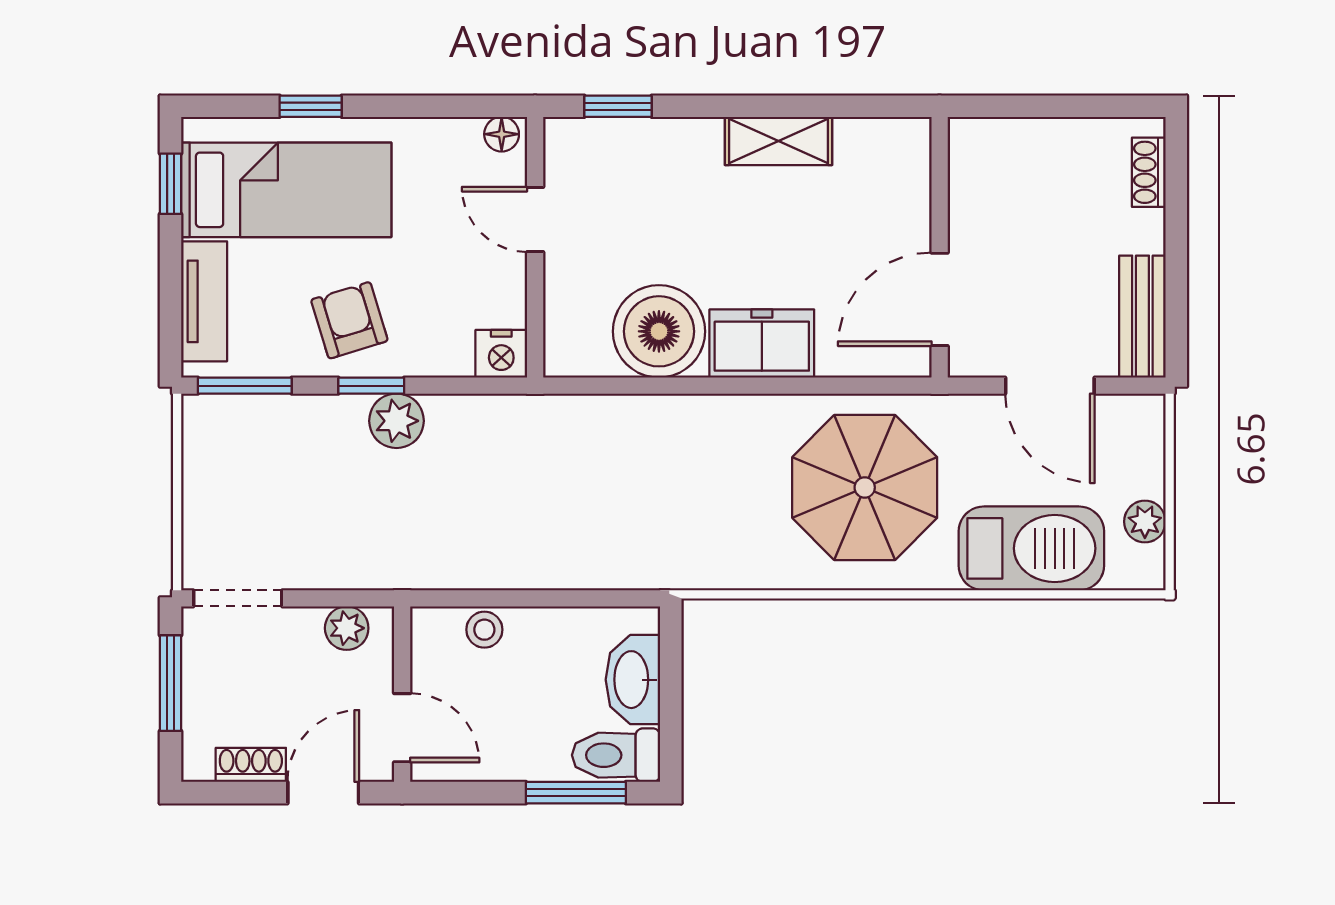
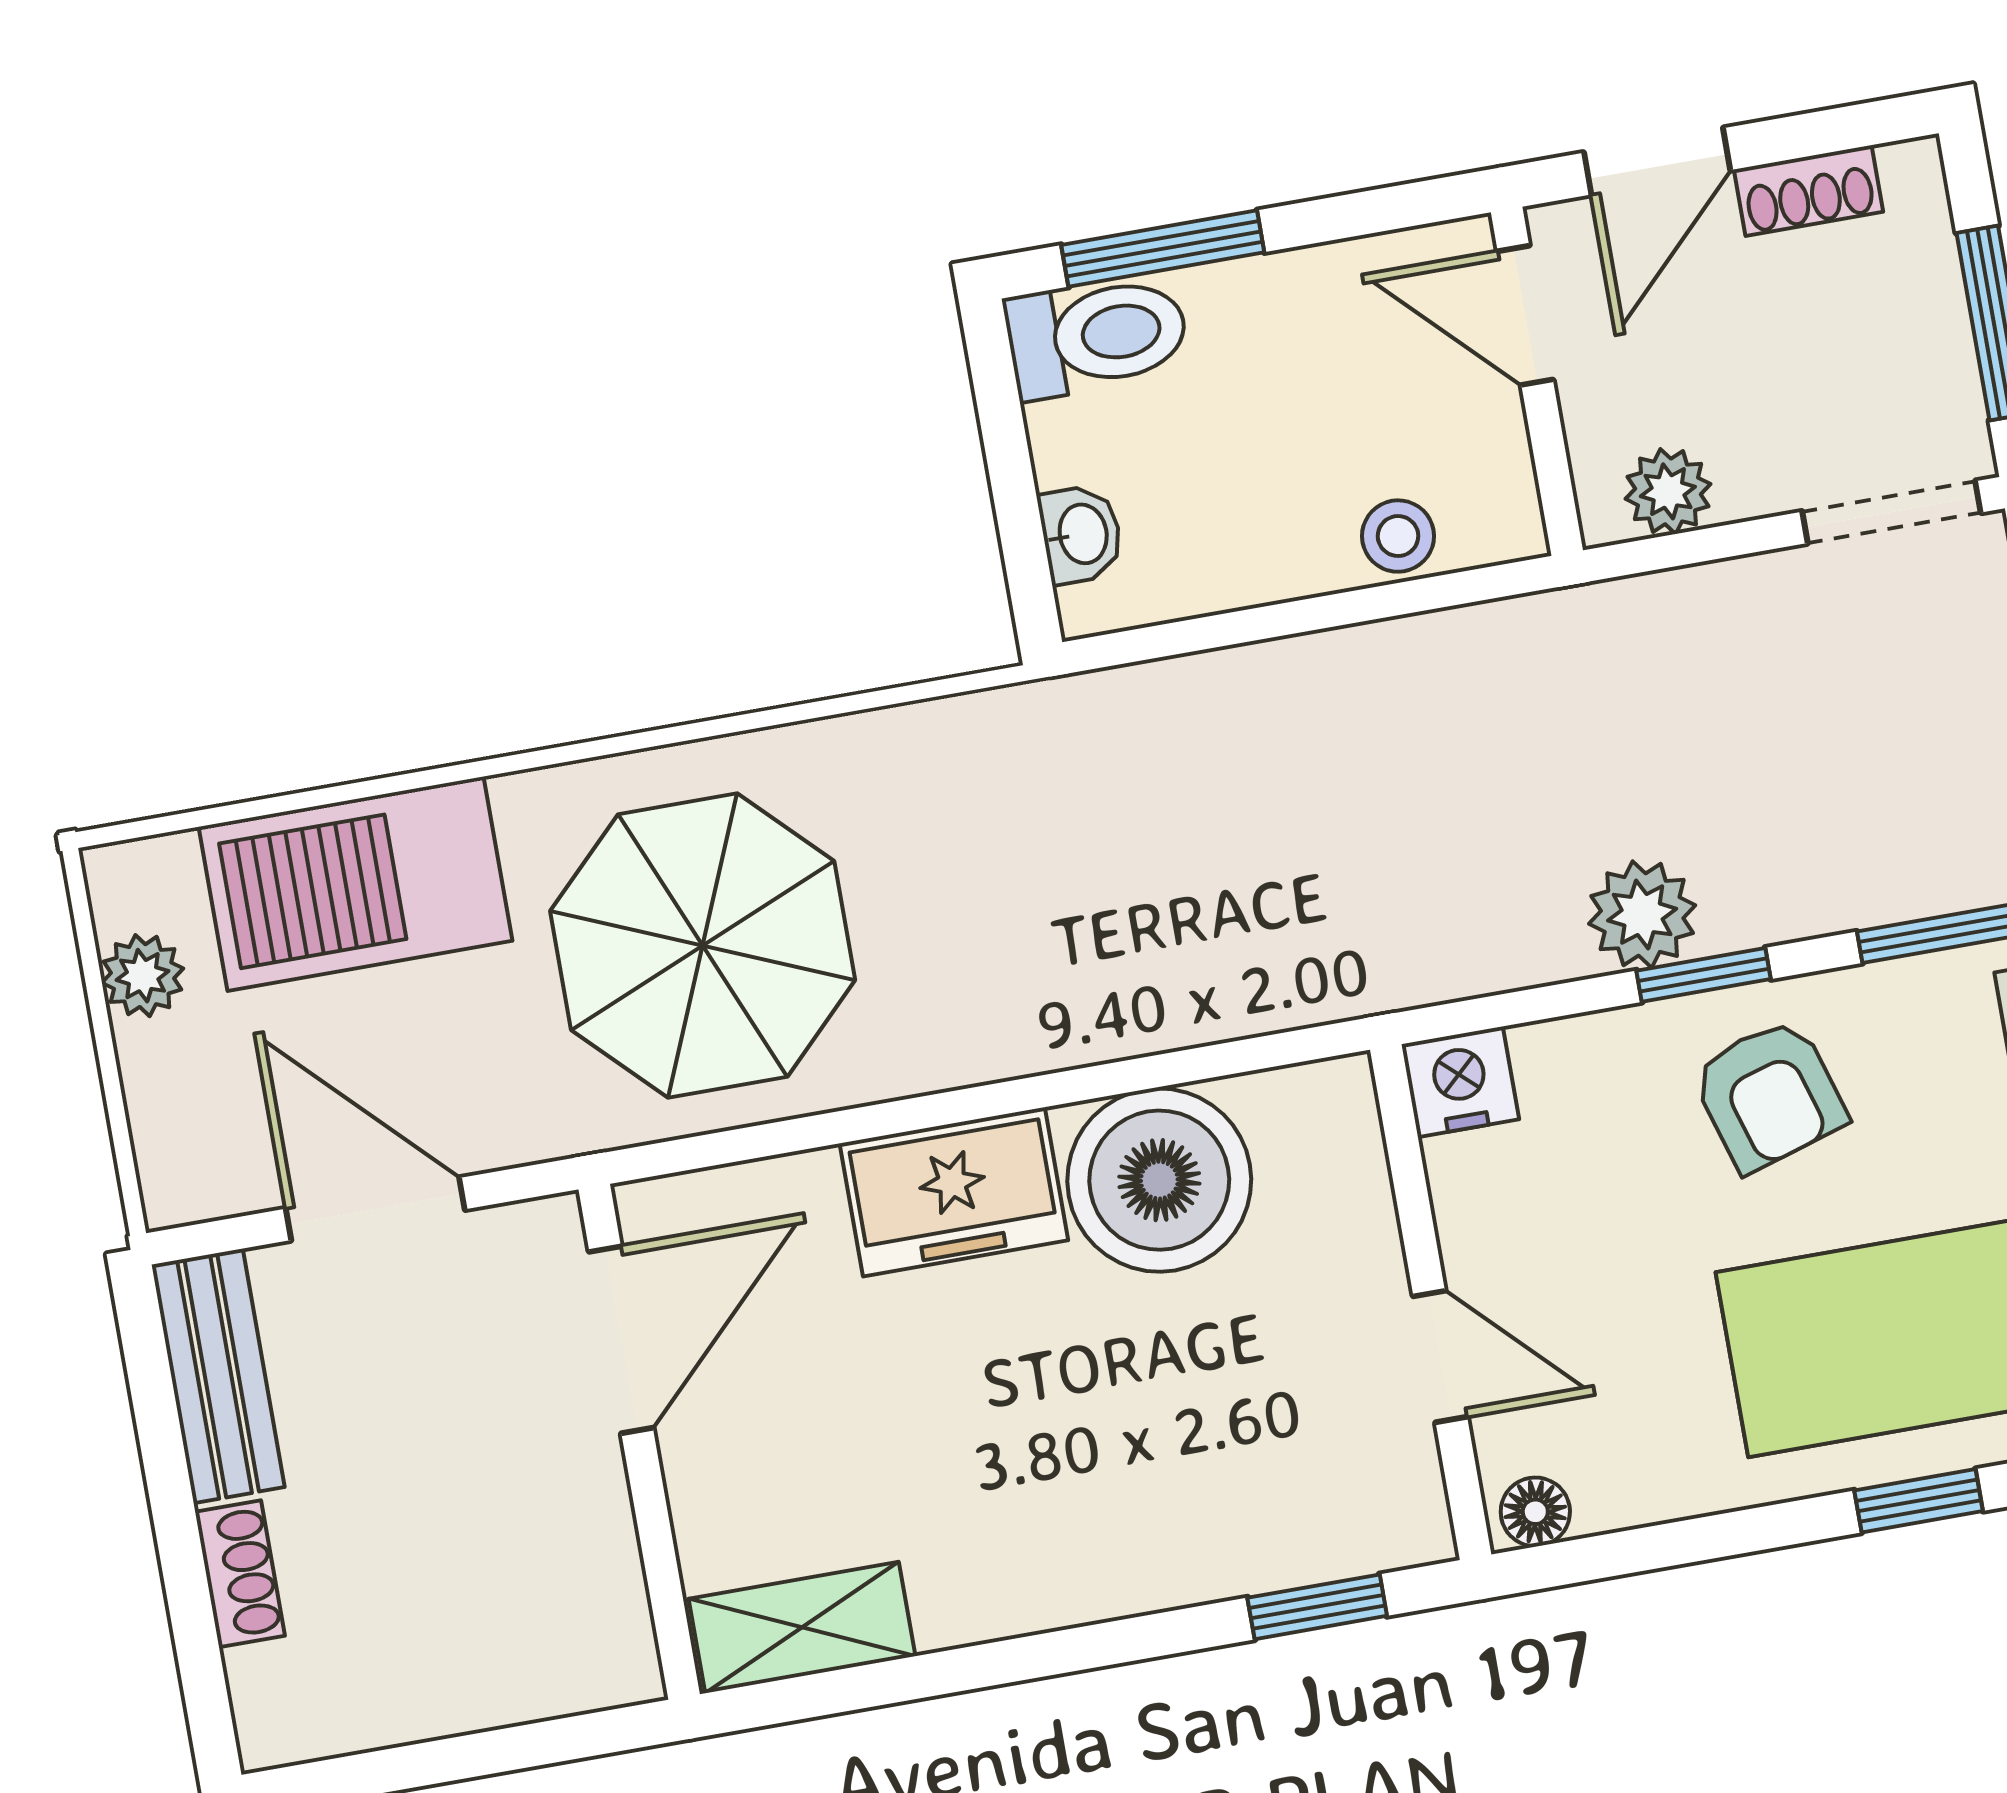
shelving: (779, 141) -> (802, 1627), moved
shoe rack: (1149, 172) -> (240, 1574), moved
washbasin: (633, 680) -> (1081, 534), width x0.52, depth x0.69

